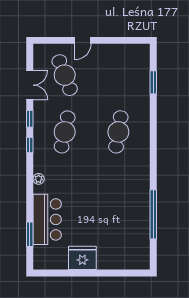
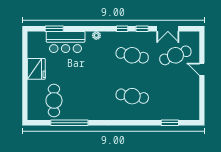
cafe table: (124, 235) -> (54, 100), added

